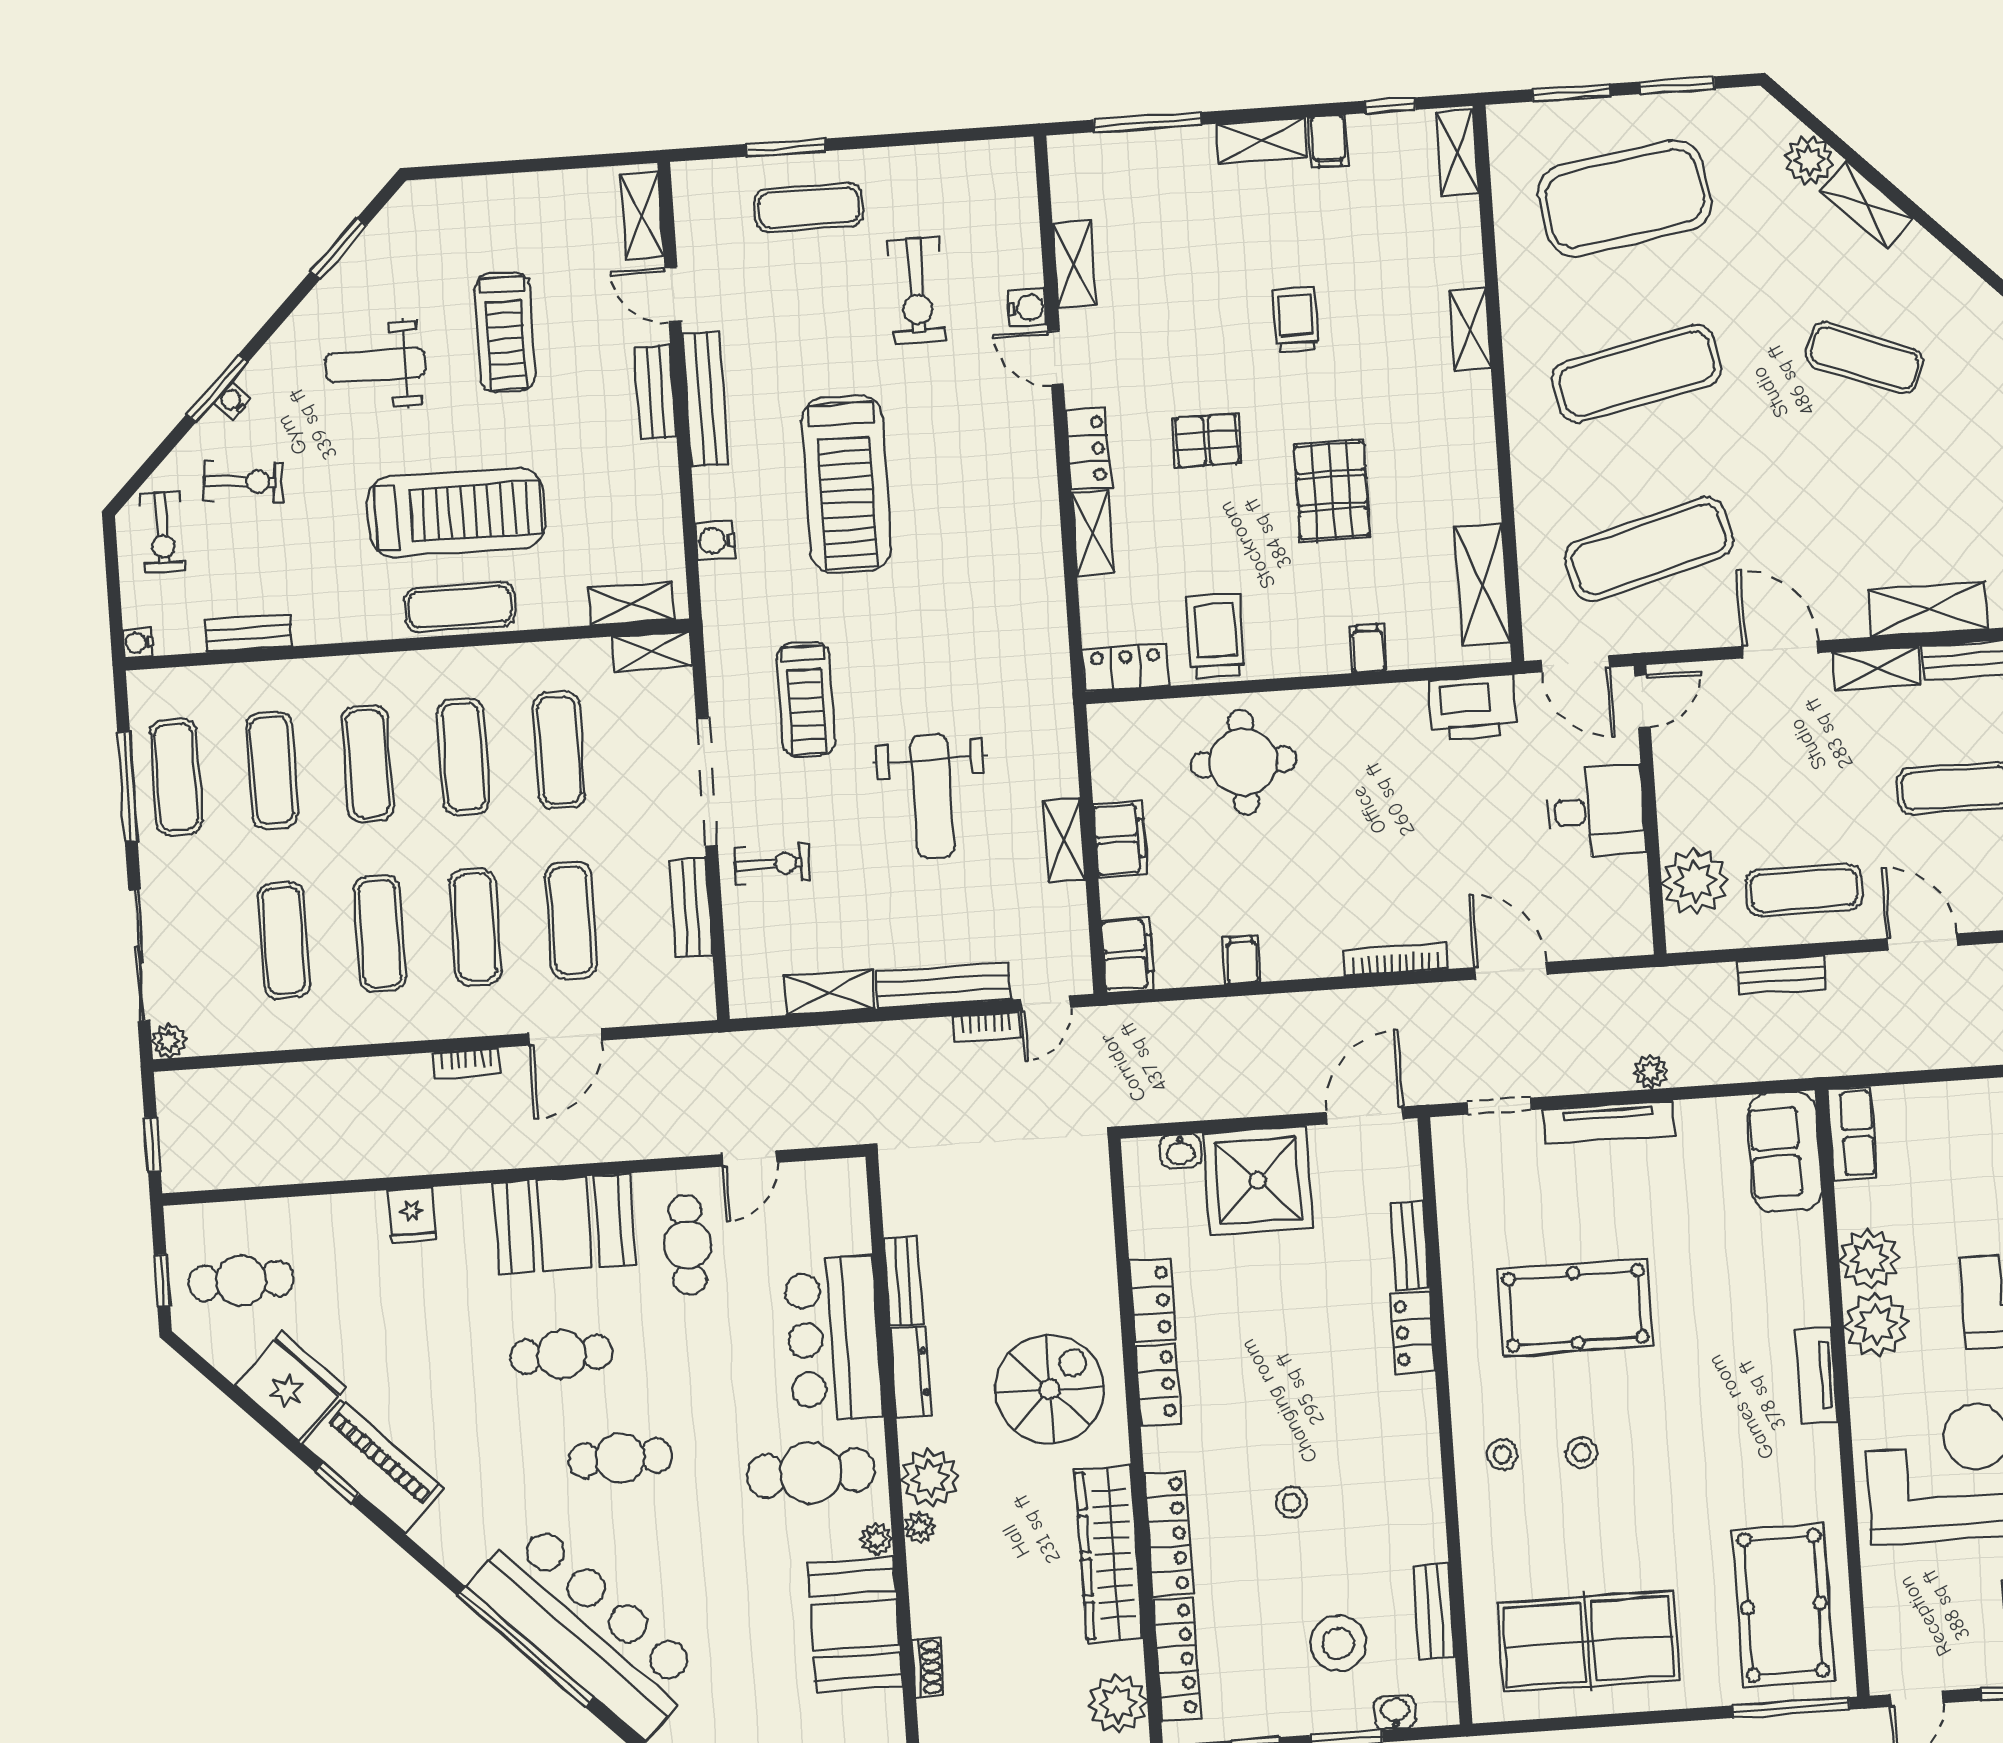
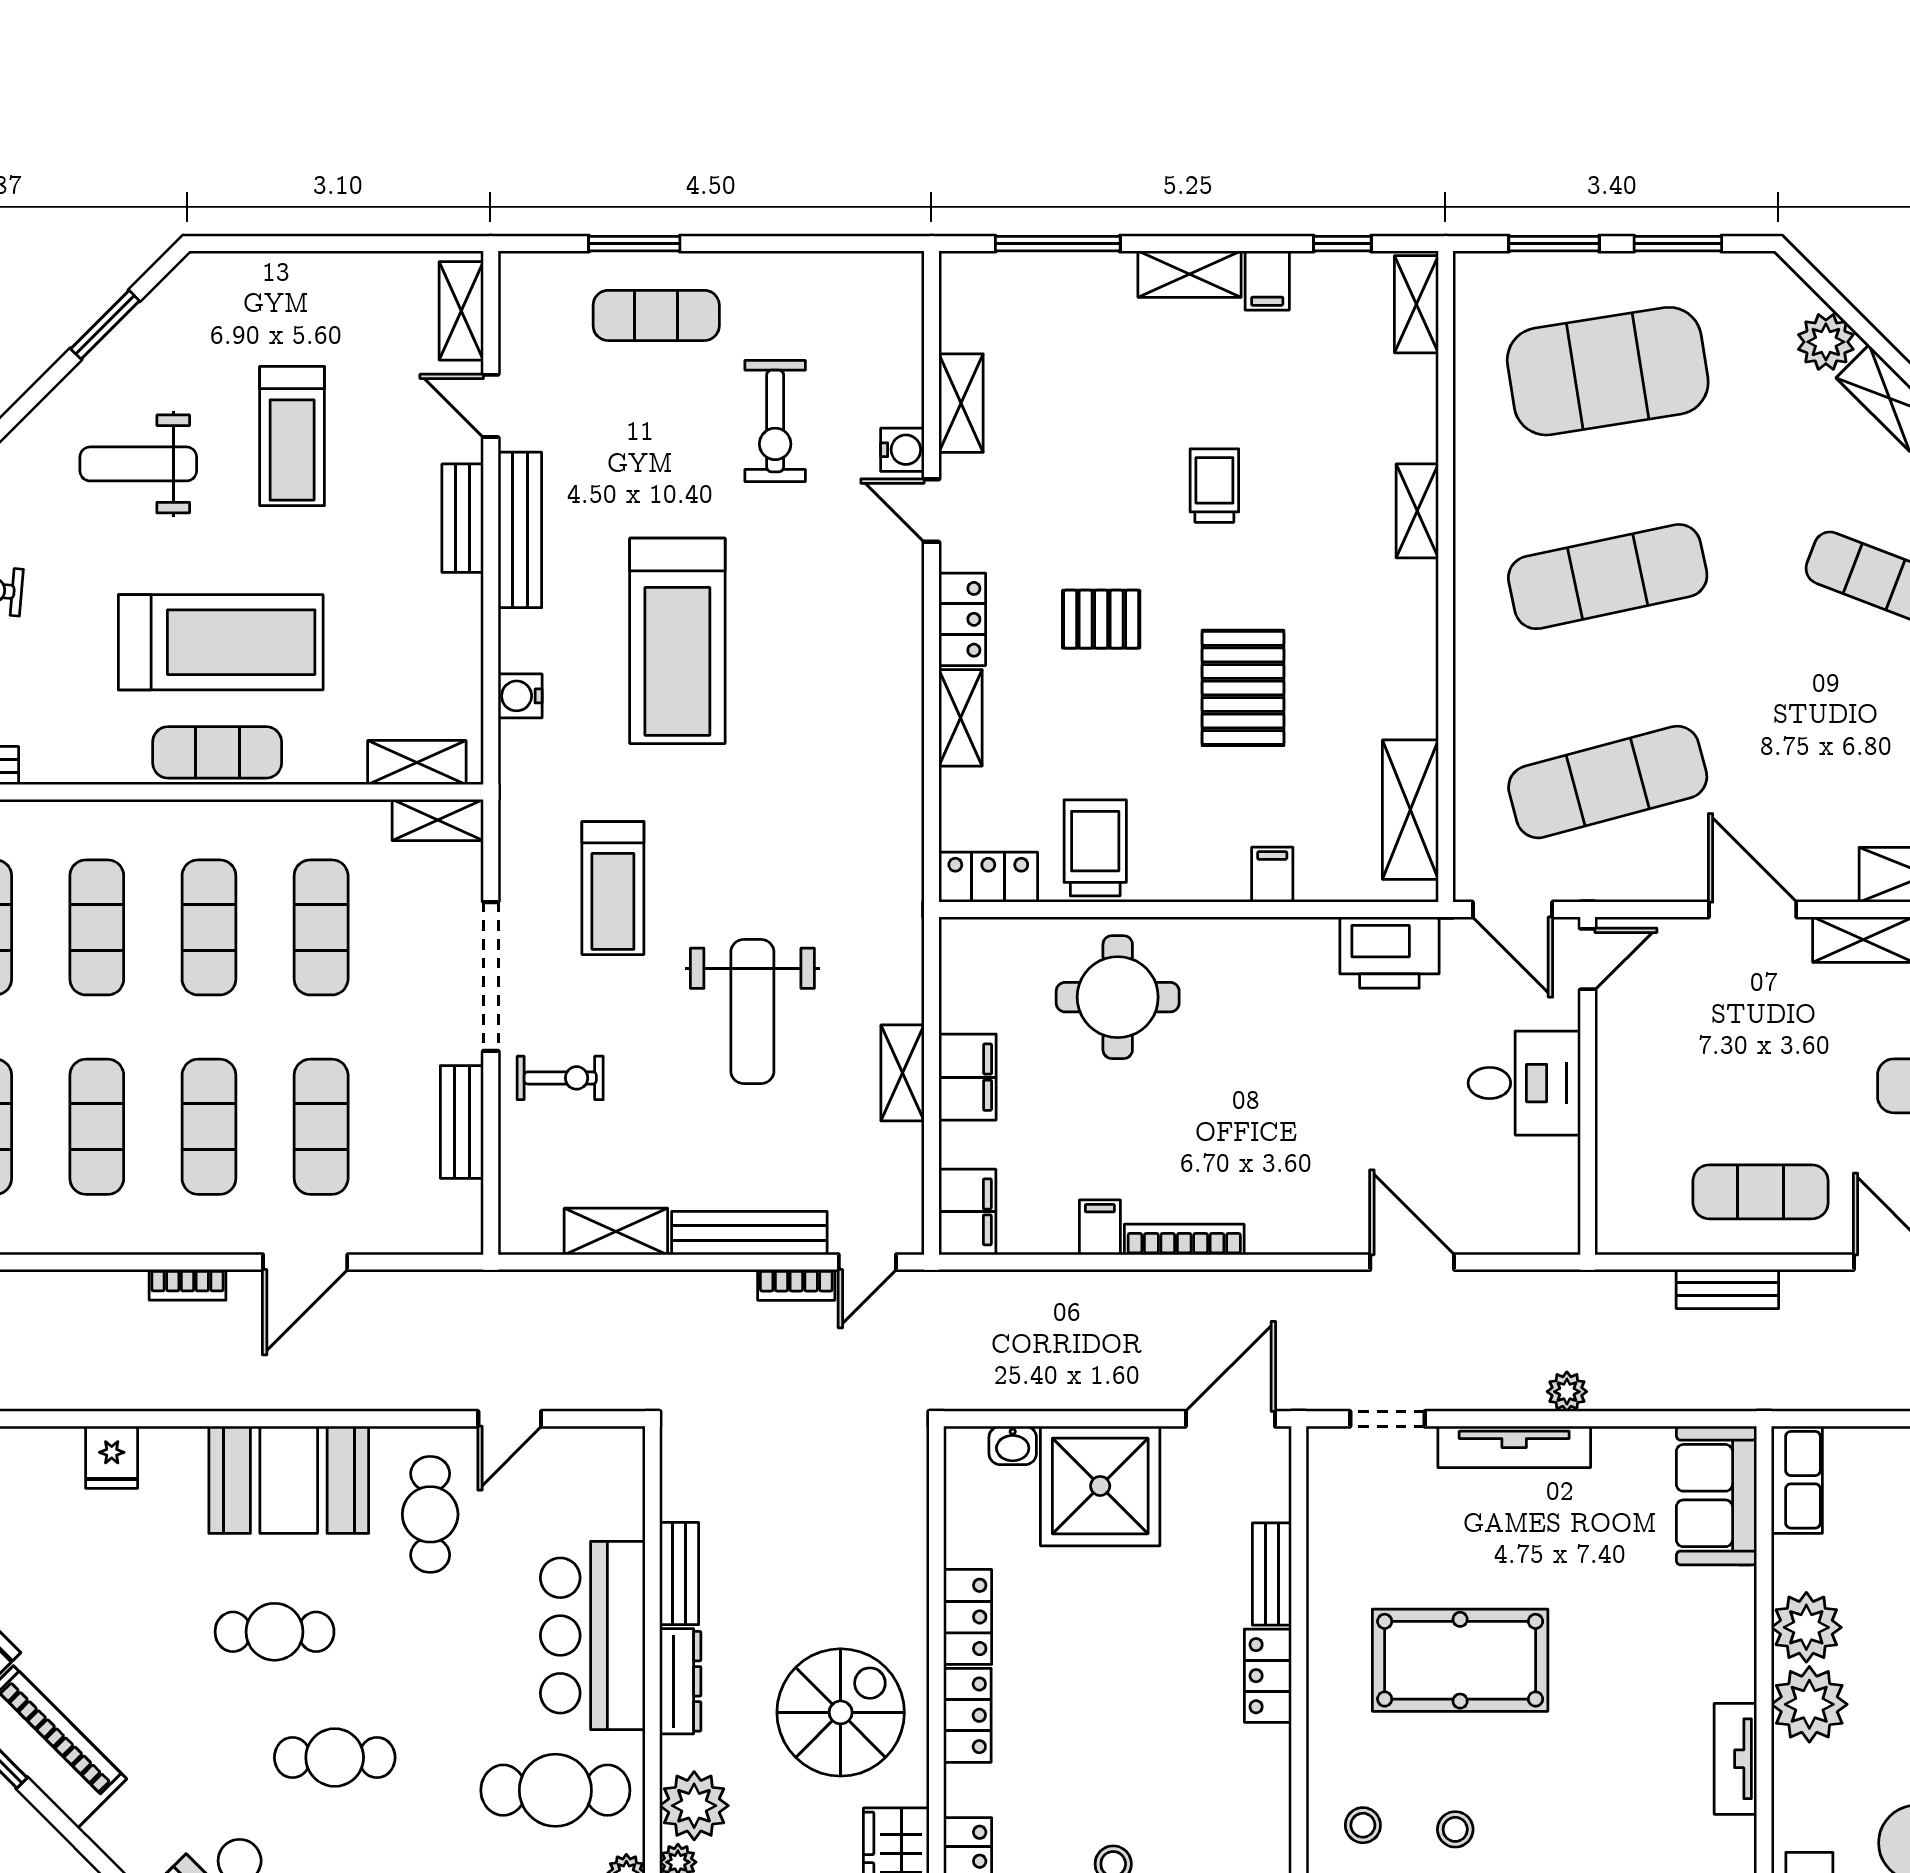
plant: (1695, 881) -> (1634, 1173), removed
bookcase: (1396, 959) -> (1184, 1239), moved

